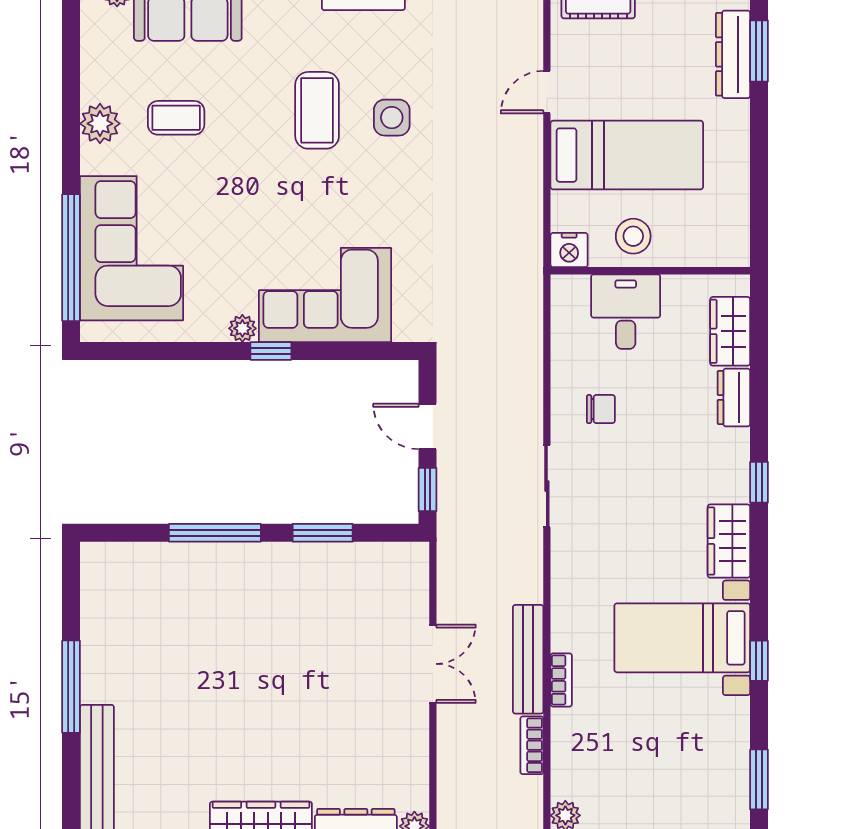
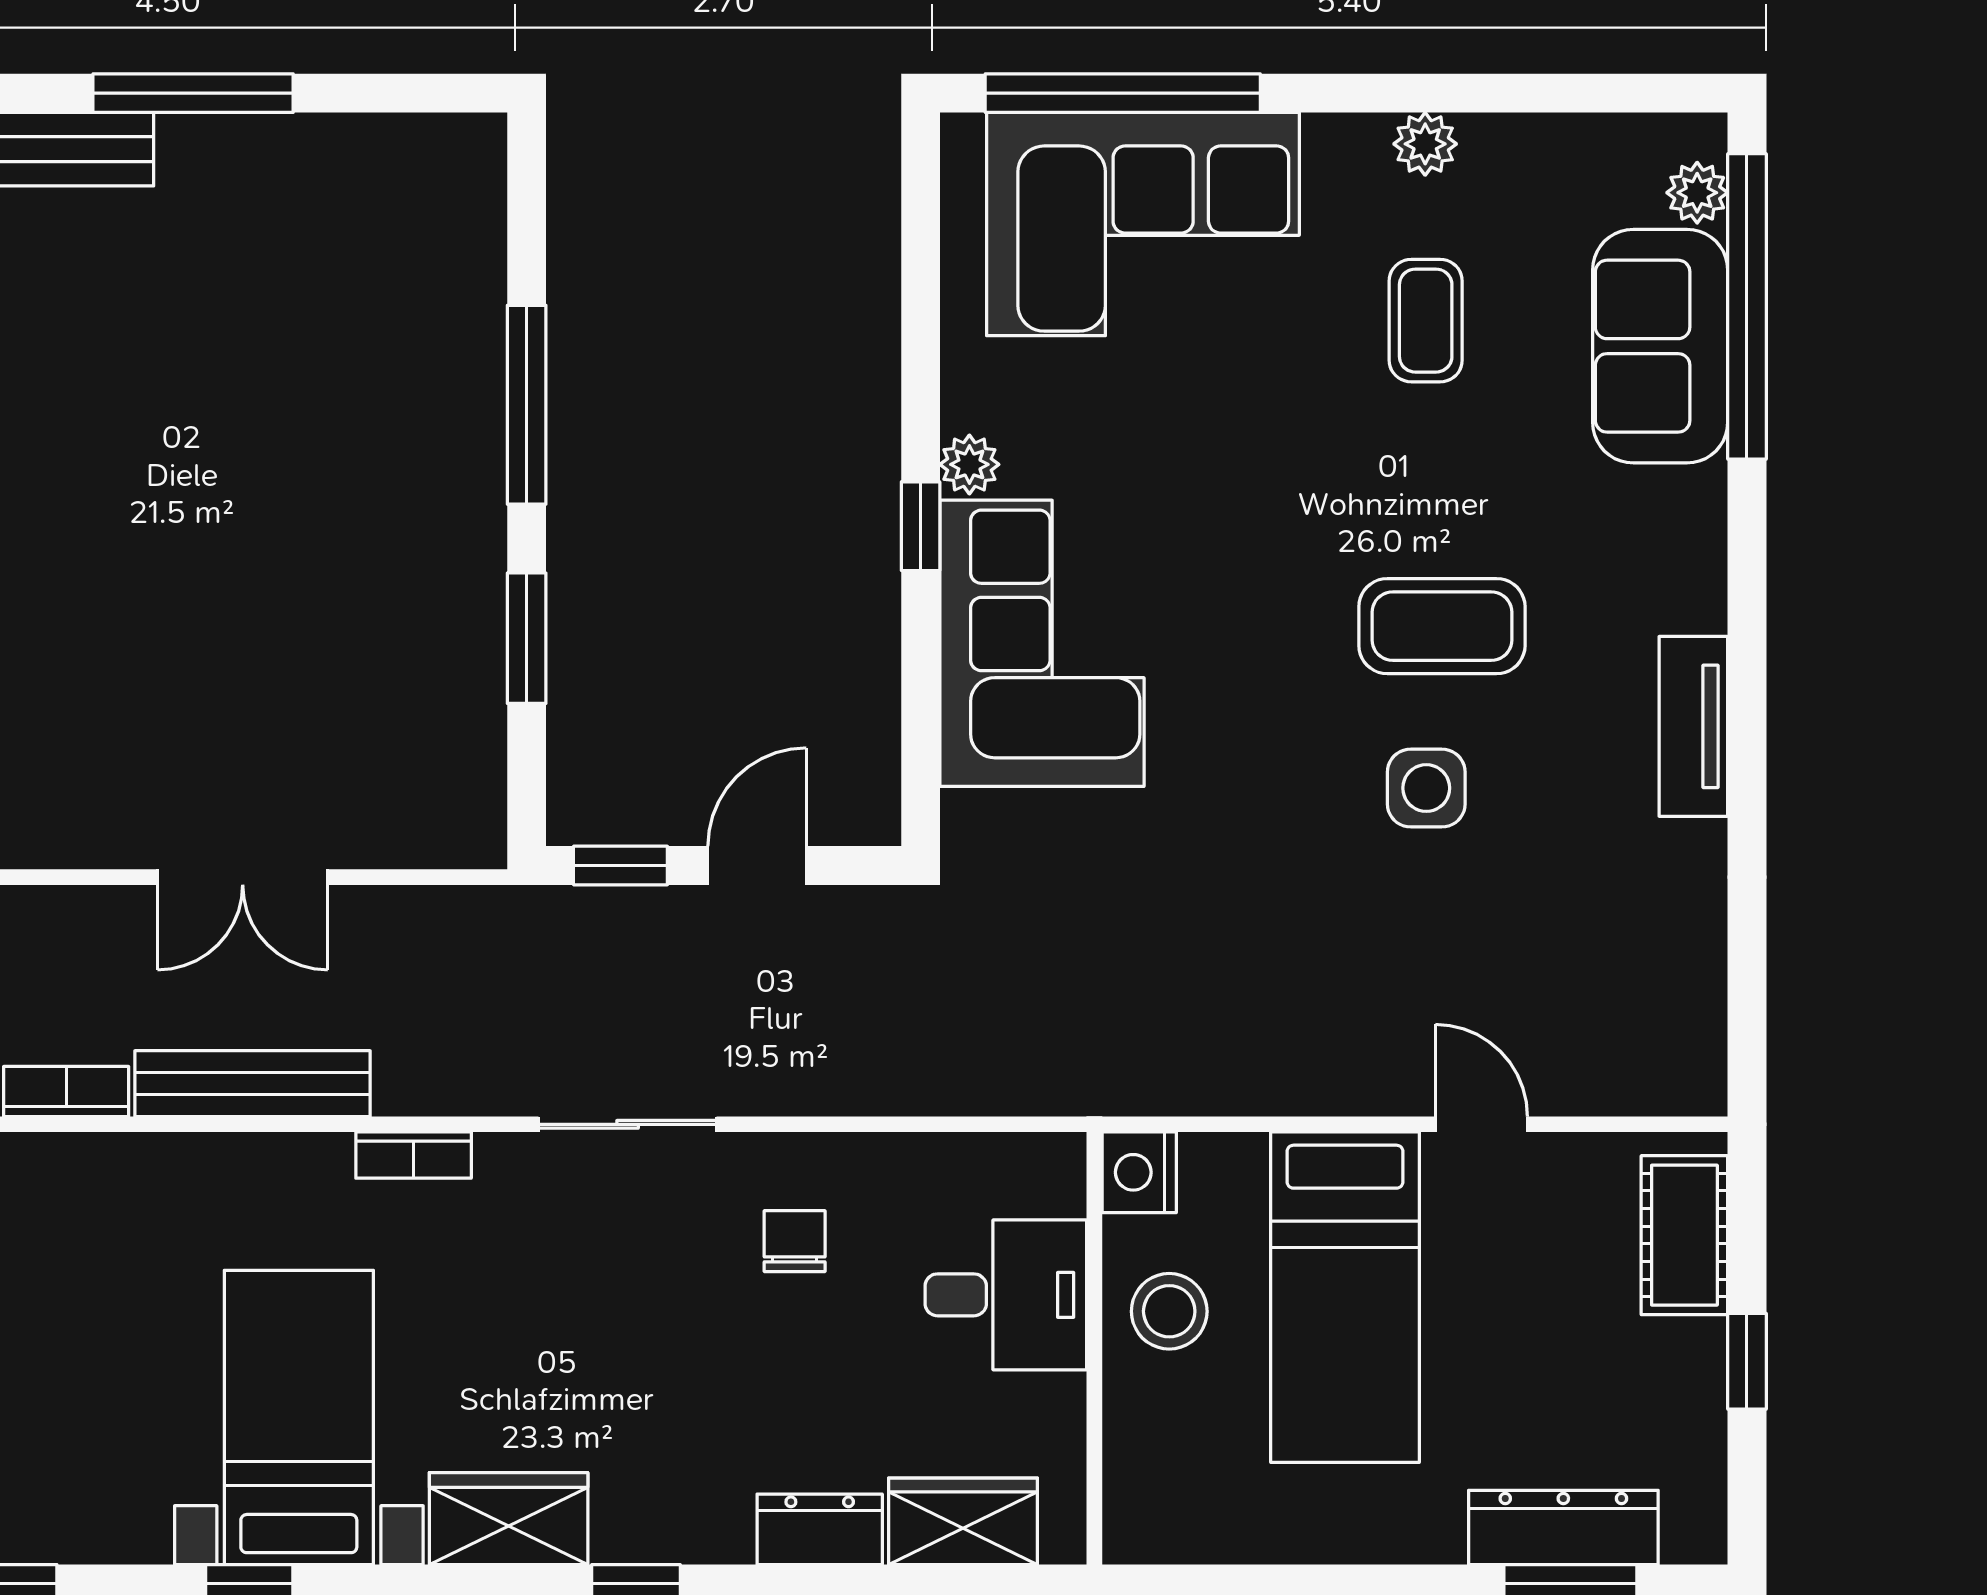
plant: (100, 124) -> (1425, 144), width x0.73, depth x0.73
chair: (601, 409) -> (795, 1241), turned 180
bookcase: (561, 680) -> (414, 1155), moved

